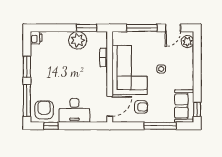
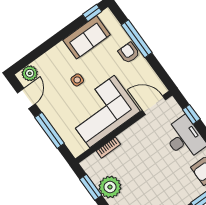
door: (173, 28) -> (26, 98), hinge flipped
sofa: (184, 106) -> (86, 37), moved
armchair: (141, 107) -> (129, 53), moved
window: (86, 126) -> (191, 114), added

